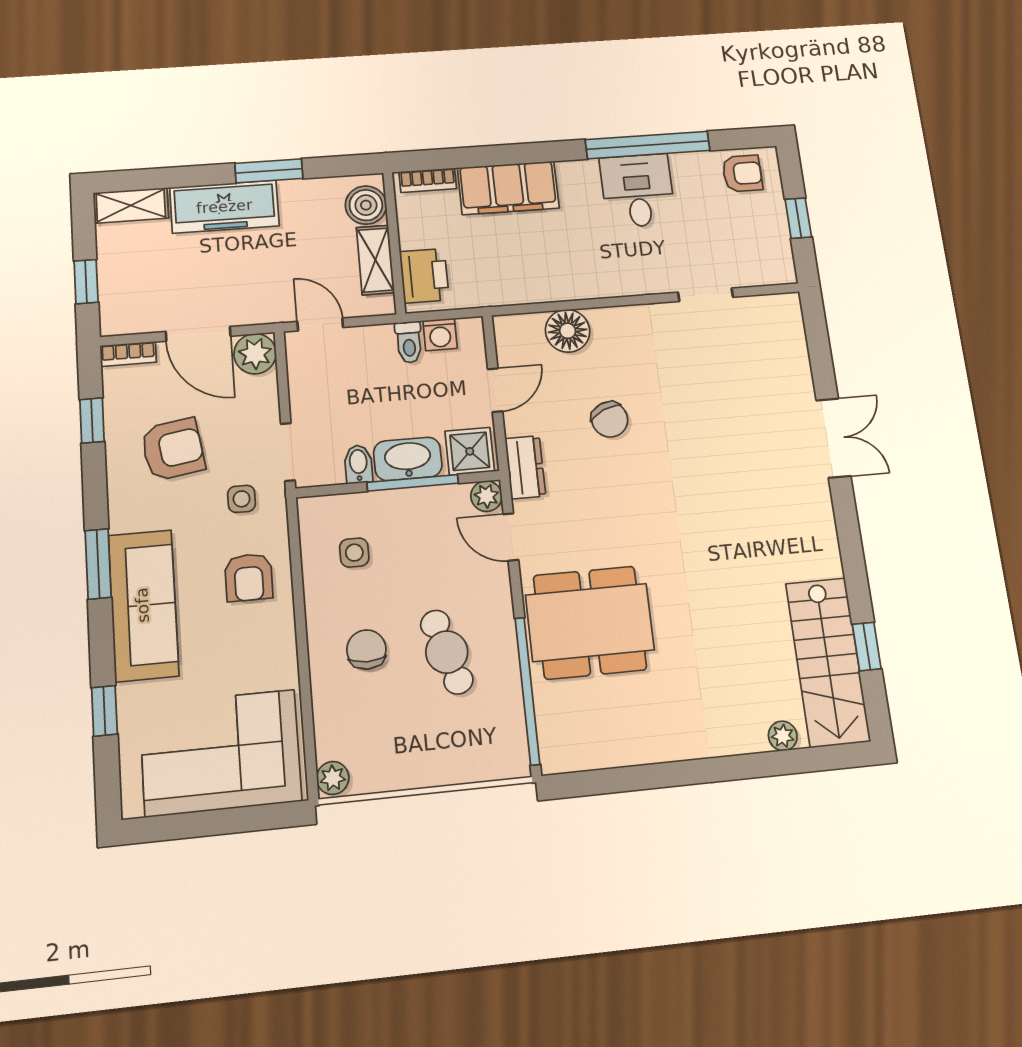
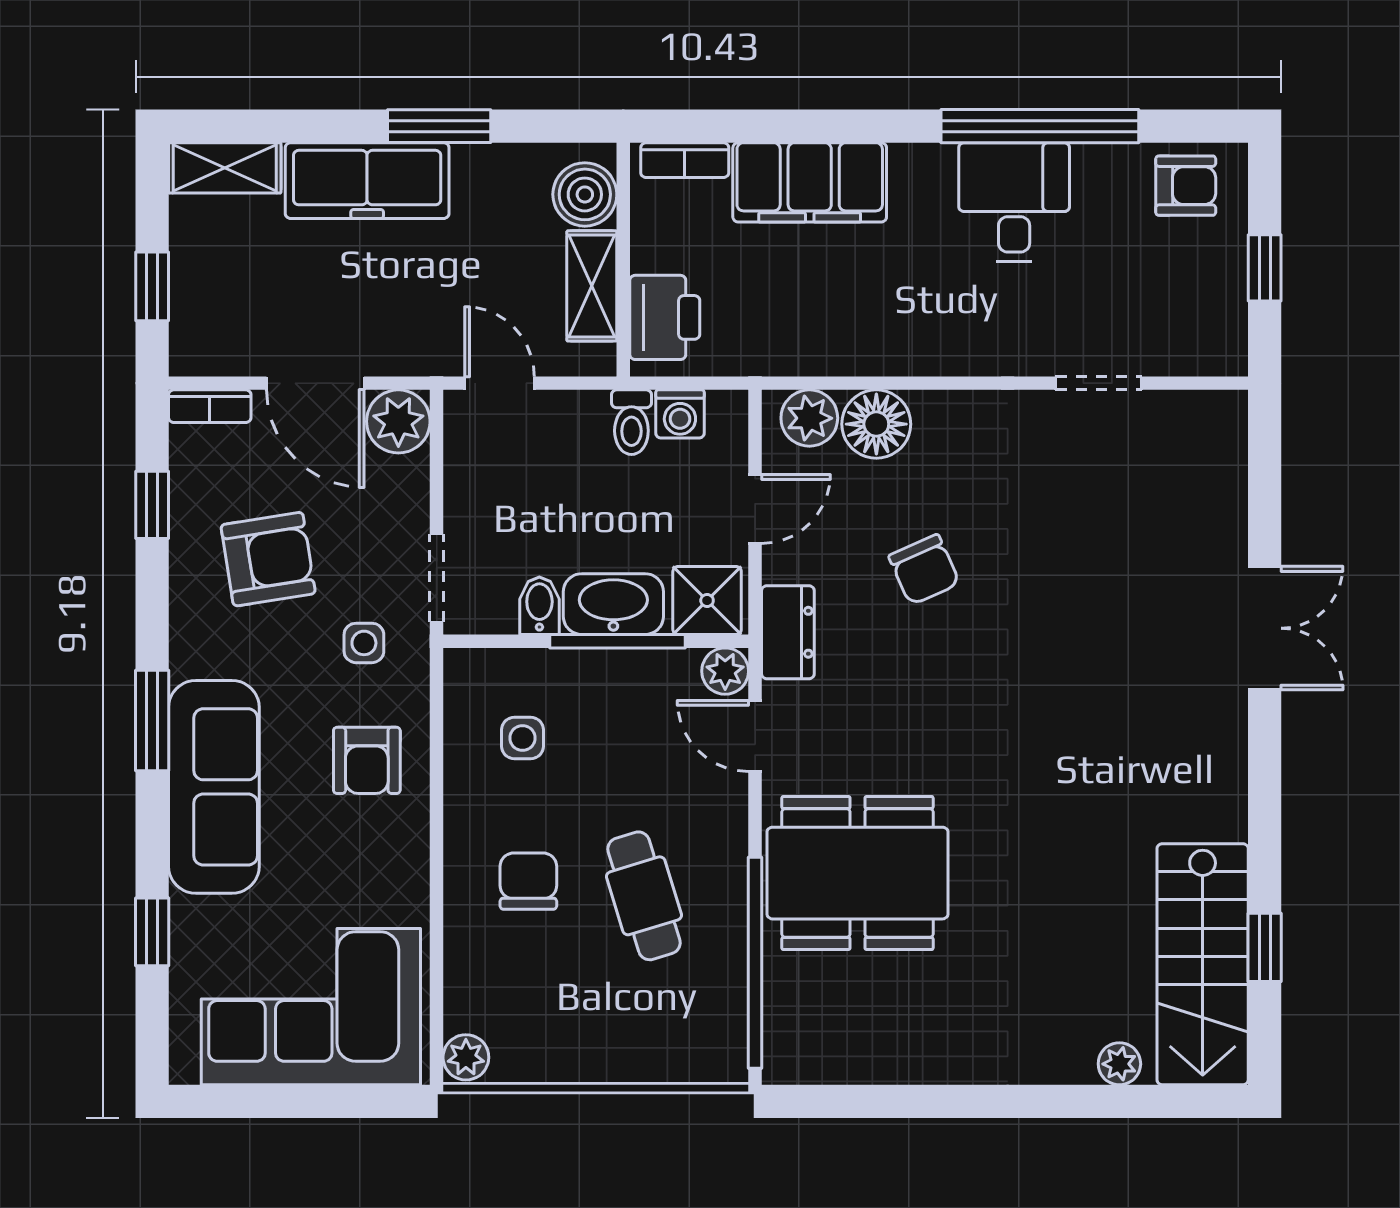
plant: (524, 330) -> (809, 418), added

